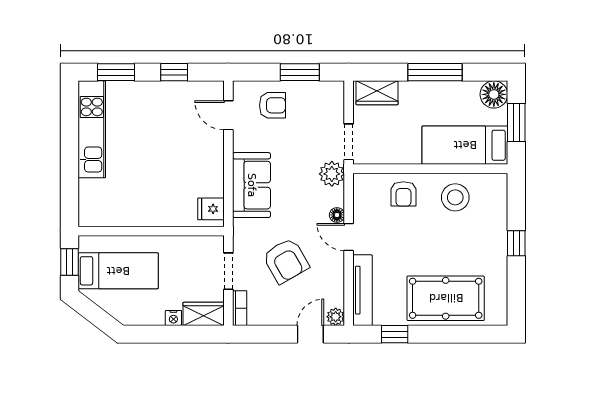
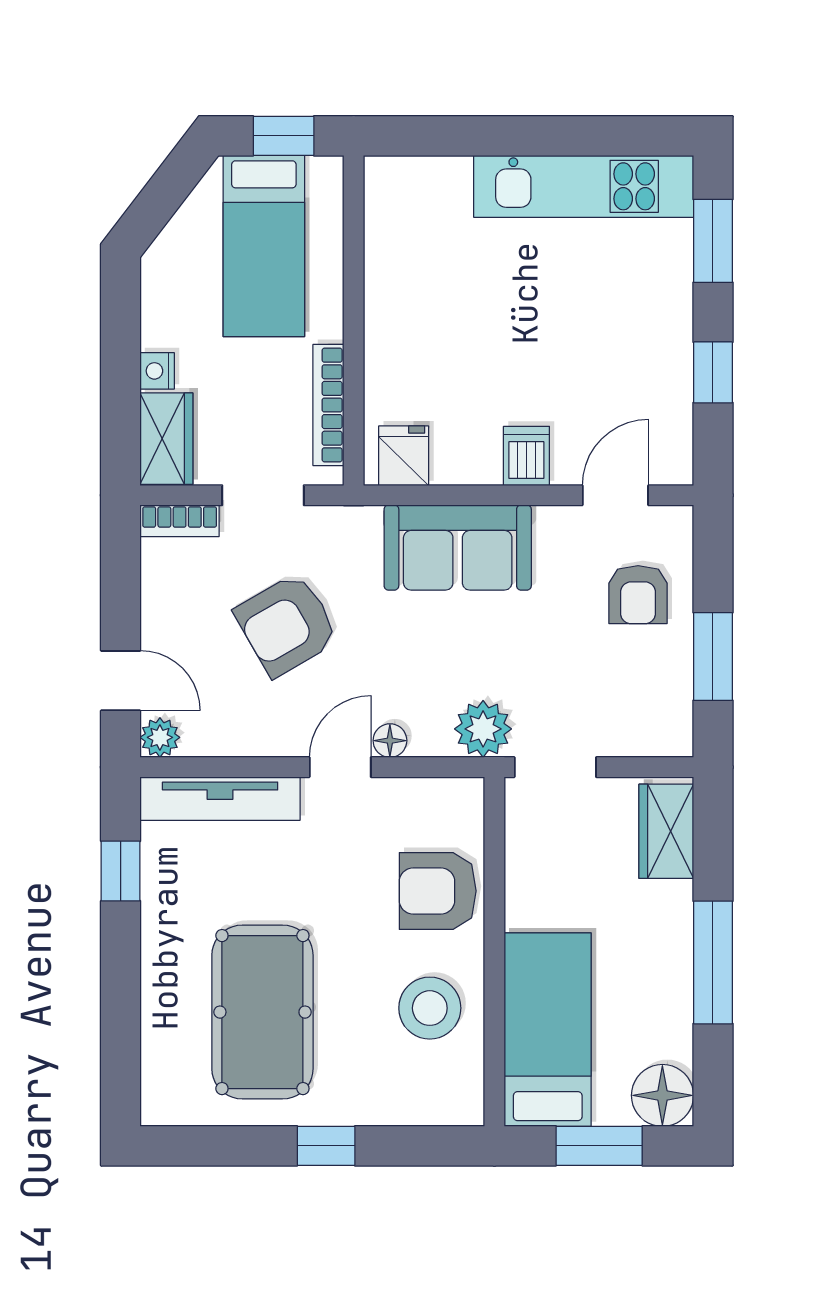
dishwasher: (211, 155) -> (526, 456), added
armchair: (403, 194) -> (438, 891), width x1.38, depth x1.38
bookcase: (189, 242) -> (328, 405), added
pool table: (446, 298) -> (262, 1012), moved

